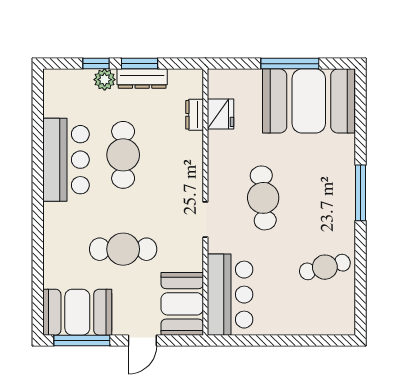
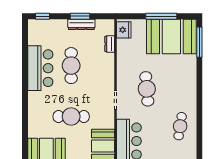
window: (96, 64) -> (43, 16), moved
plant: (105, 80) -> (61, 25), removed
fridge: (220, 114) -> (124, 30), moved
window: (361, 193) -> (199, 42), moved
cafe table: (325, 267) -> (180, 126), turned -67

